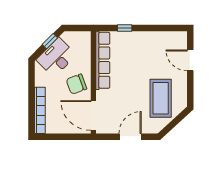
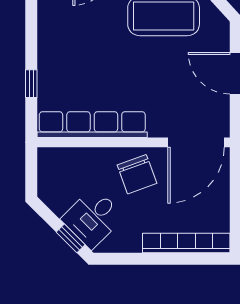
window: (50, 41) -> (71, 238), moved
desk: (56, 57) -> (93, 218), width x0.73

